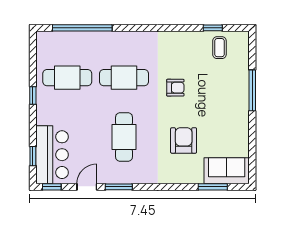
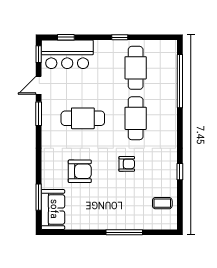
window: (213, 28) -> (180, 172), moved
armchair: (175, 88) -> (127, 164), turned -90
door: (87, 187) -> (39, 85), swing flipped

